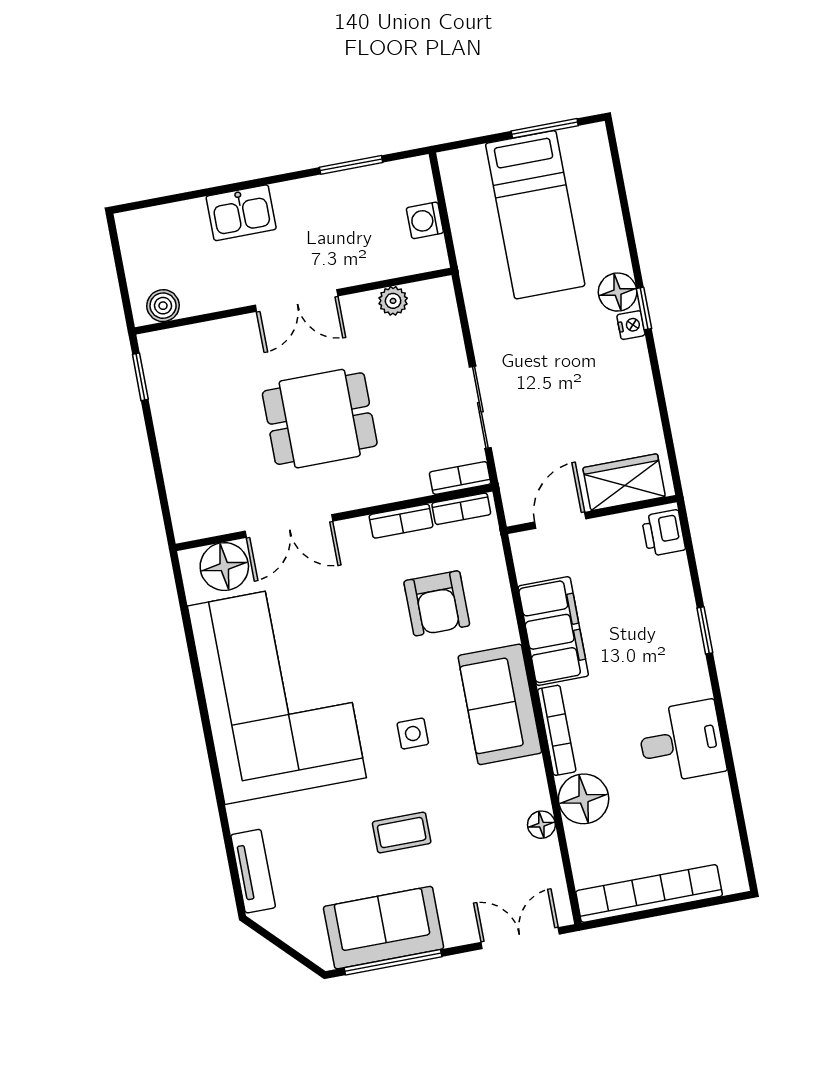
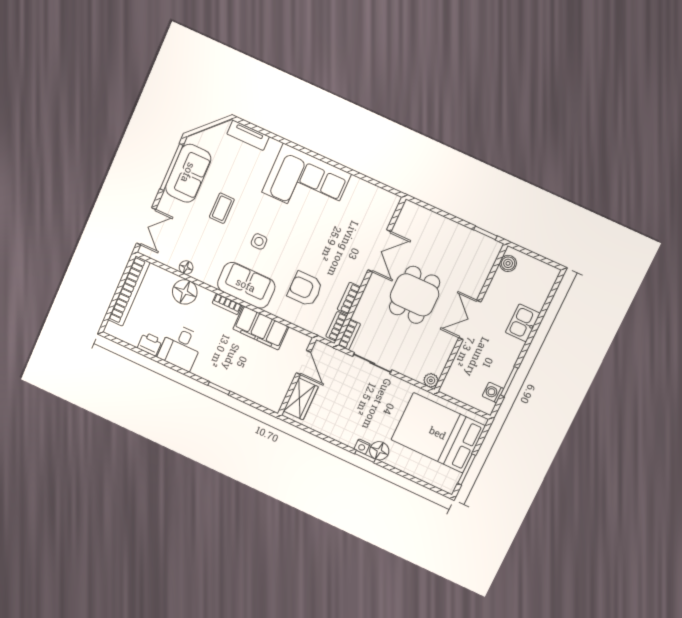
bed: (535, 215) -> (438, 433), width x1.50
washing machine: (425, 220) -> (493, 392), moved, turned -90
plant: (393, 301) -> (431, 380), moved
double door: (289, 526) -> (379, 251), swing flipped
printer: (663, 533) -> (150, 344), moved
floor lamp: (224, 567) -> (382, 212), removed
corner sofa: (277, 692) -> (306, 183), width x0.73, depth x0.74
bookcase: (557, 730) -> (227, 304), width x0.64

